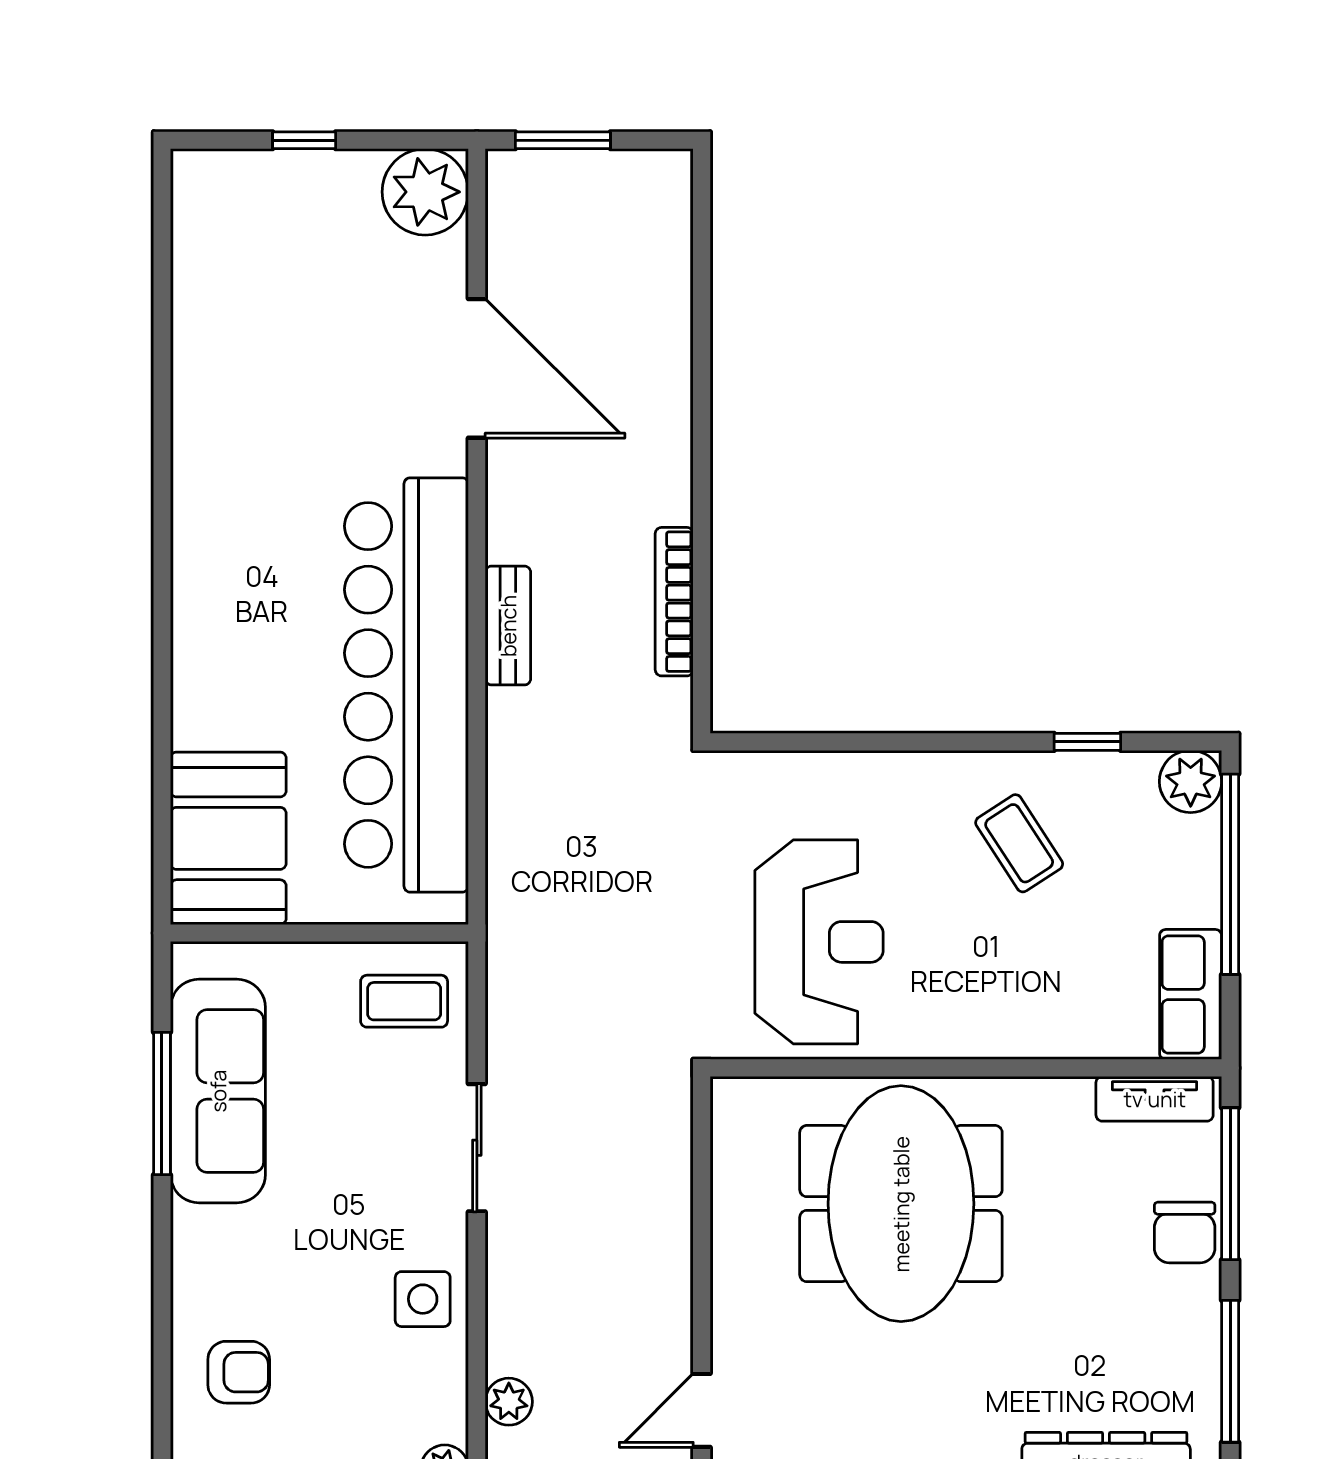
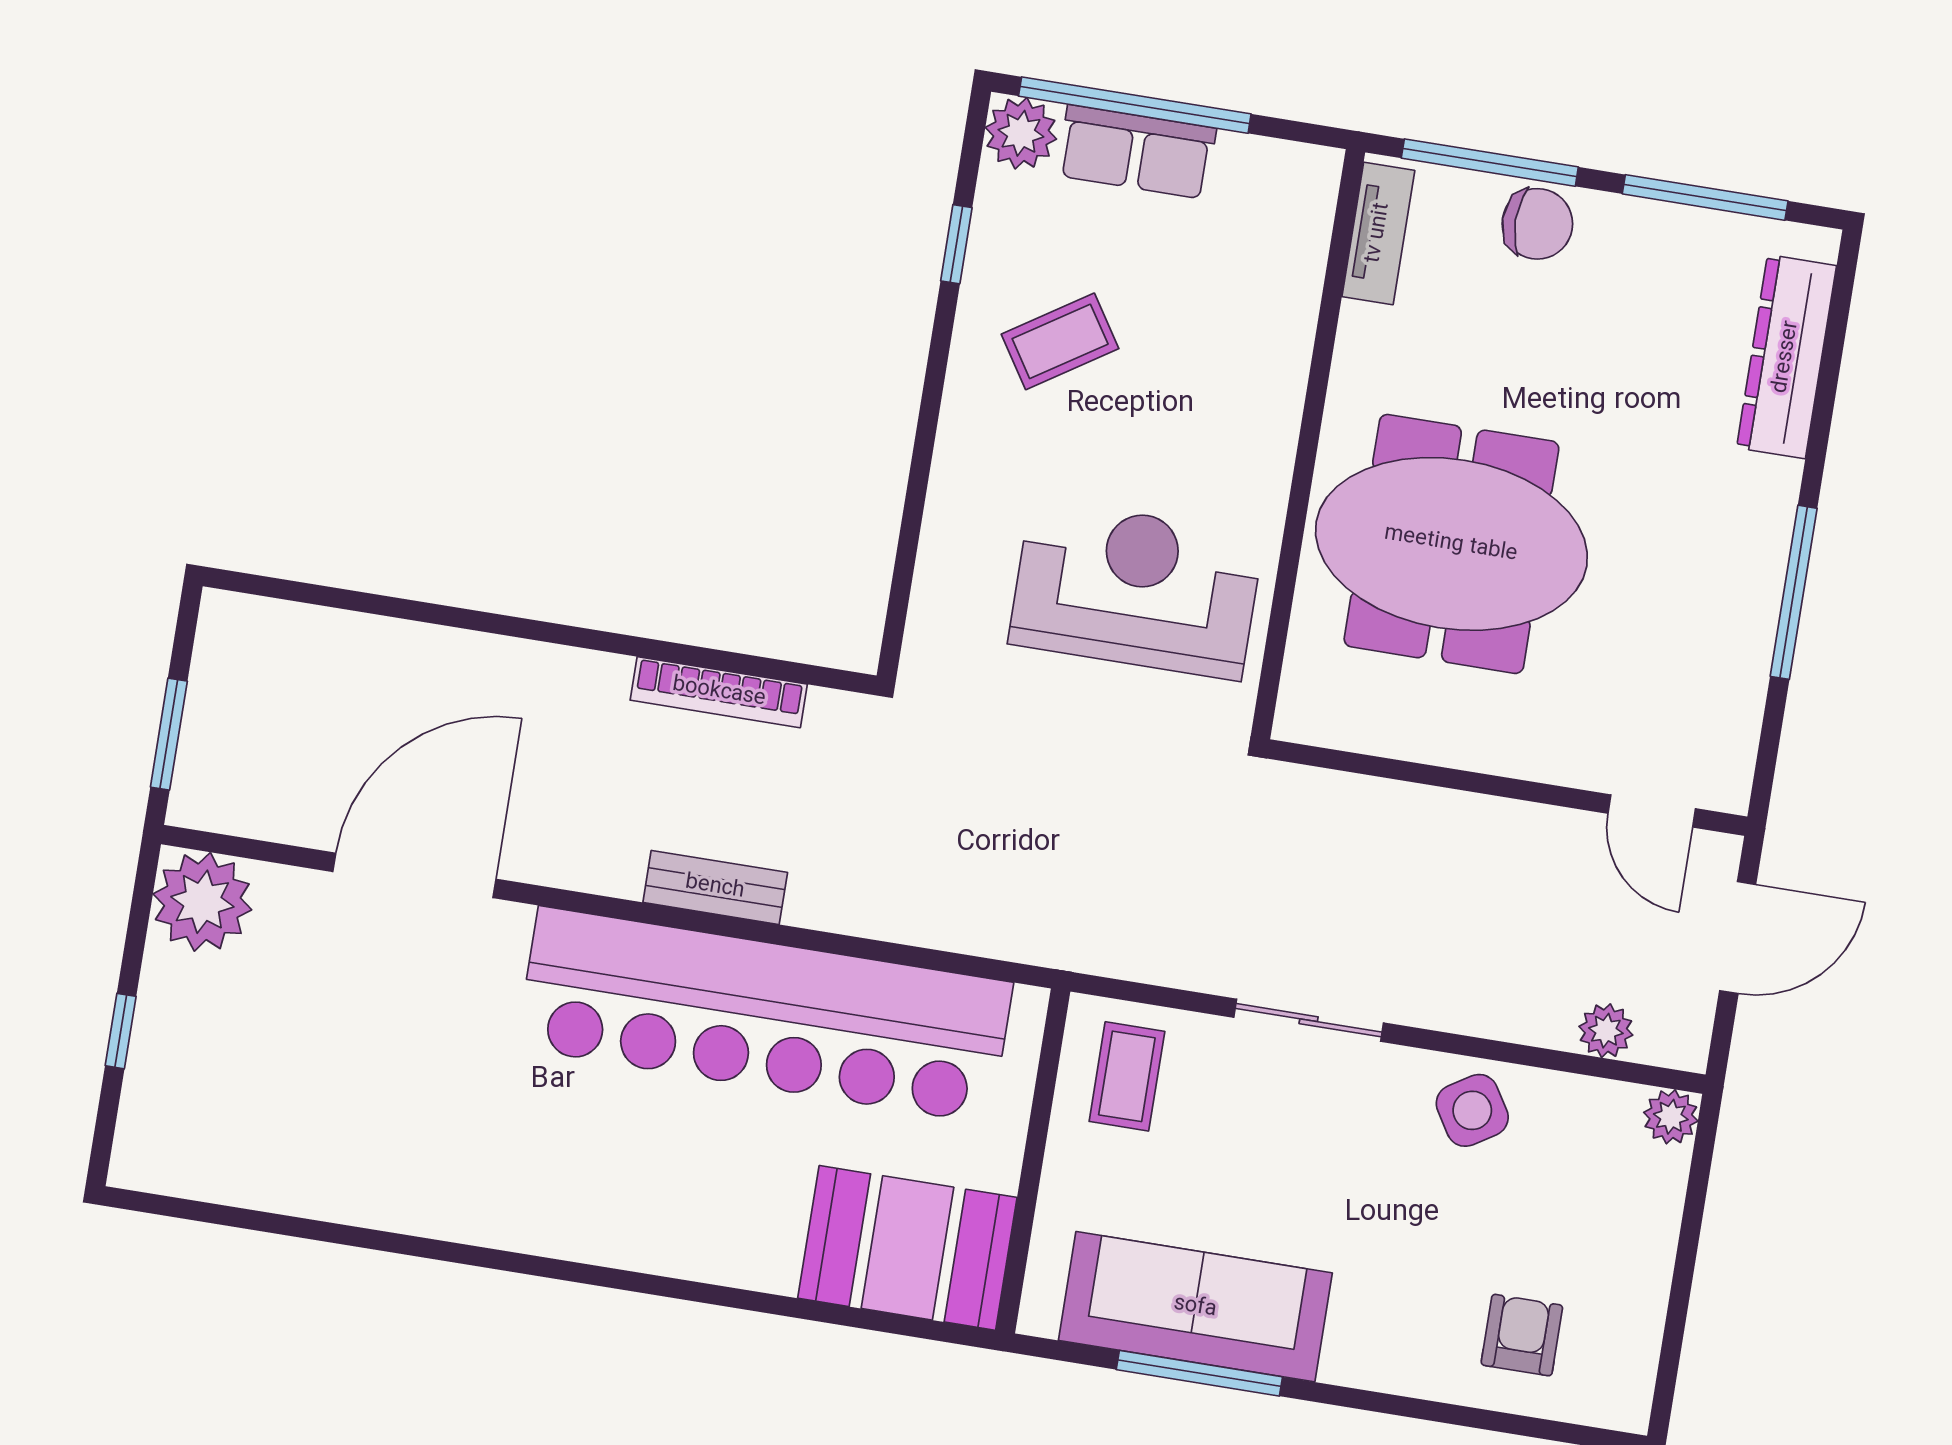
row of seats: (1191, 994) -> (1136, 152), moved
side table: (423, 1299) -> (1472, 1110), turned -32

